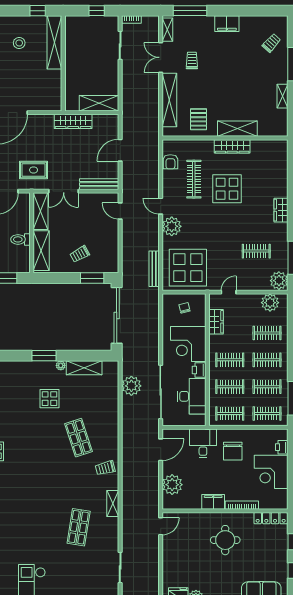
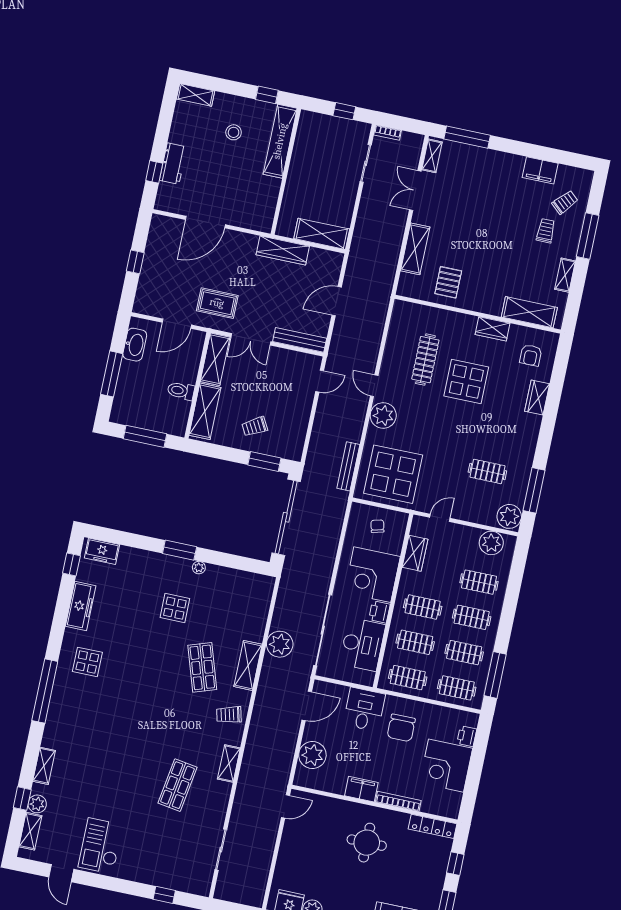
filing cabinet: (227, 24) -> (540, 170), moved
trolley: (192, 60) -> (546, 231), moved
shelving: (169, 100) -> (415, 249), width x0.68
shelving: (237, 129) -> (529, 312), moved
wardrobe: (232, 146) -> (493, 329), width x0.67
armchair: (170, 162) -> (531, 355), moved
wardrobe: (281, 210) -> (537, 398), moved
door: (120, 211) -> (320, 381), swing flipped
shelving: (84, 368) -> (248, 665), moved, turned 90
plant: (131, 386) -> (280, 644), moved

